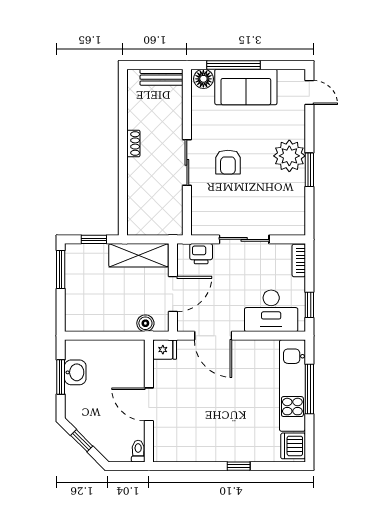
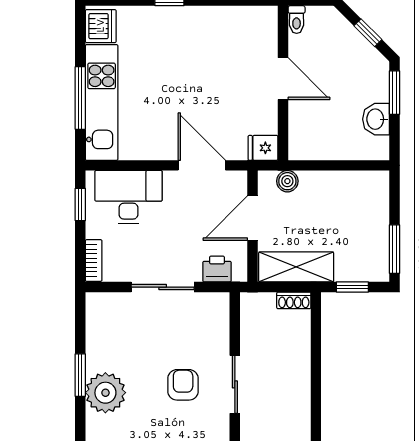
shoe rack: (133, 144) -> (294, 300), moved, turned -90
window: (61, 377) -> (394, 93), moved

